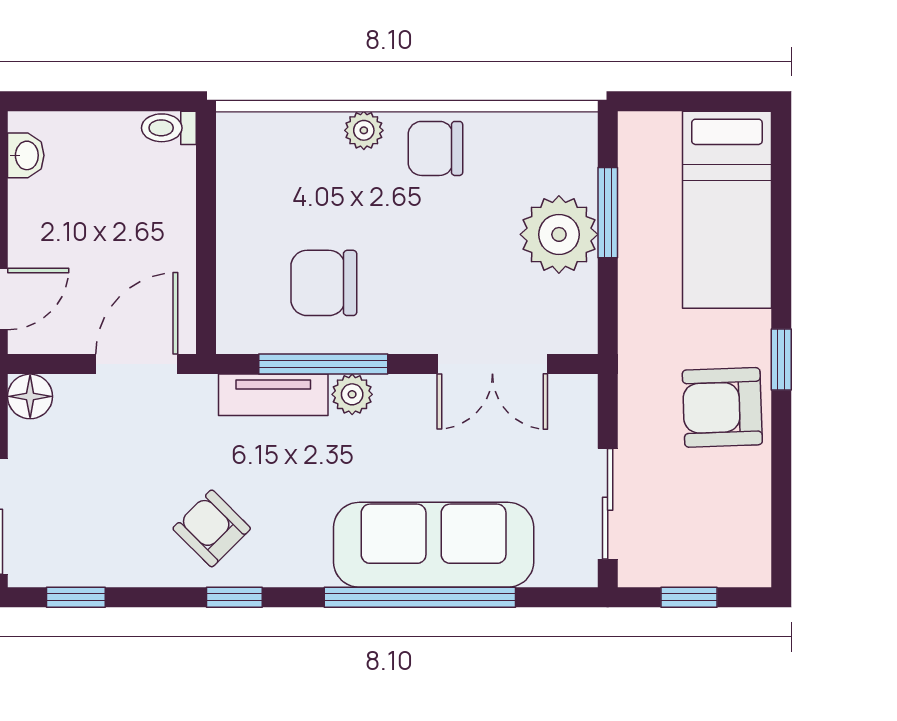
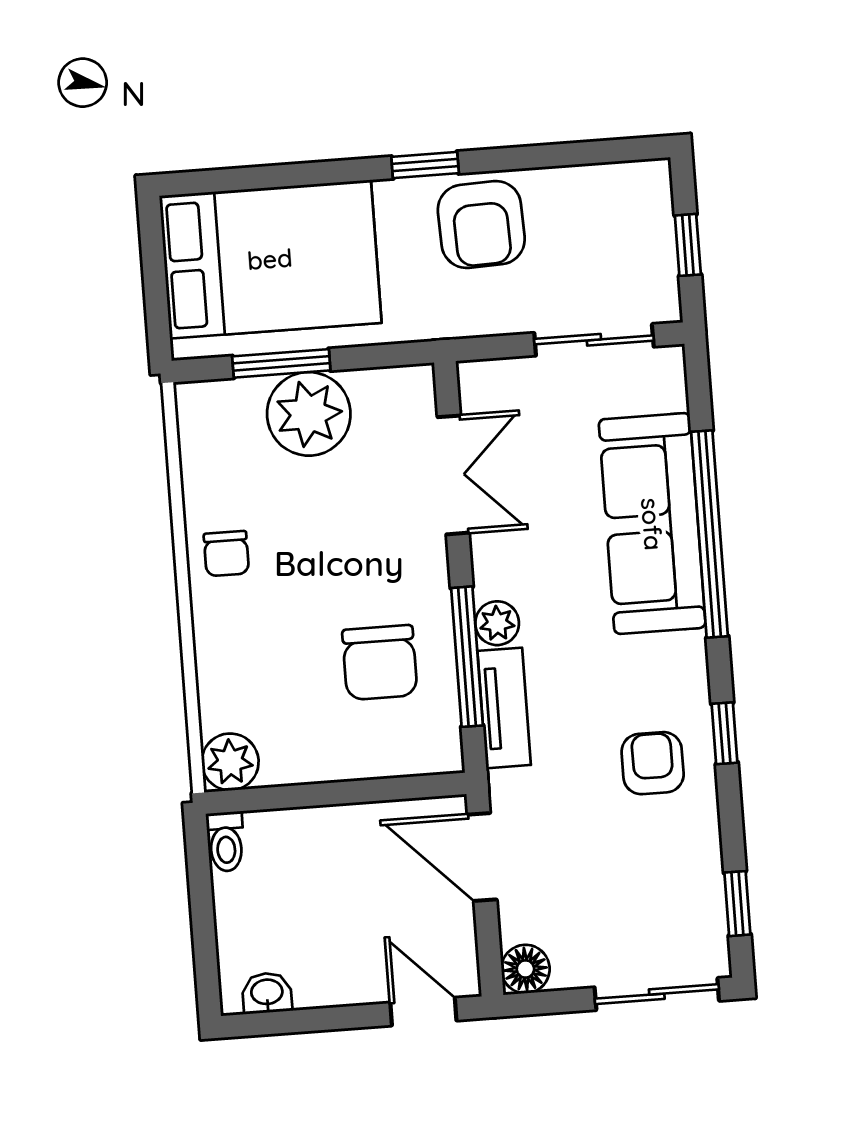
plant: (364, 130) -> (230, 762), moved, width x1.38, depth x1.38
chair: (435, 148) -> (226, 554), width x0.73, depth x0.73
bed: (727, 210) -> (270, 259), width x1.50
armchair: (212, 528) -> (653, 763), turned 135

